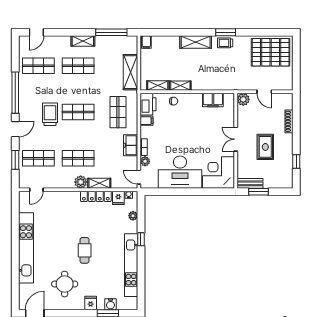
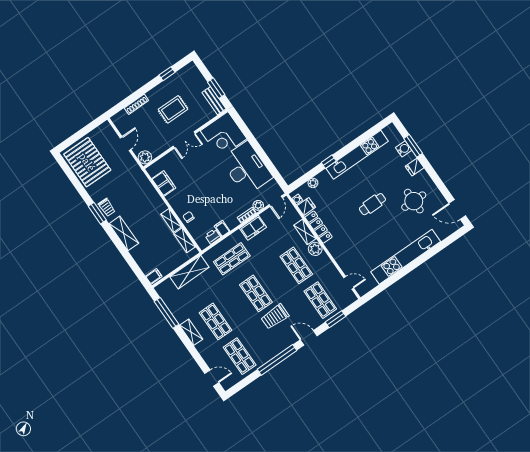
printer: (148, 104) -> (213, 236), width x0.53, depth x0.68

